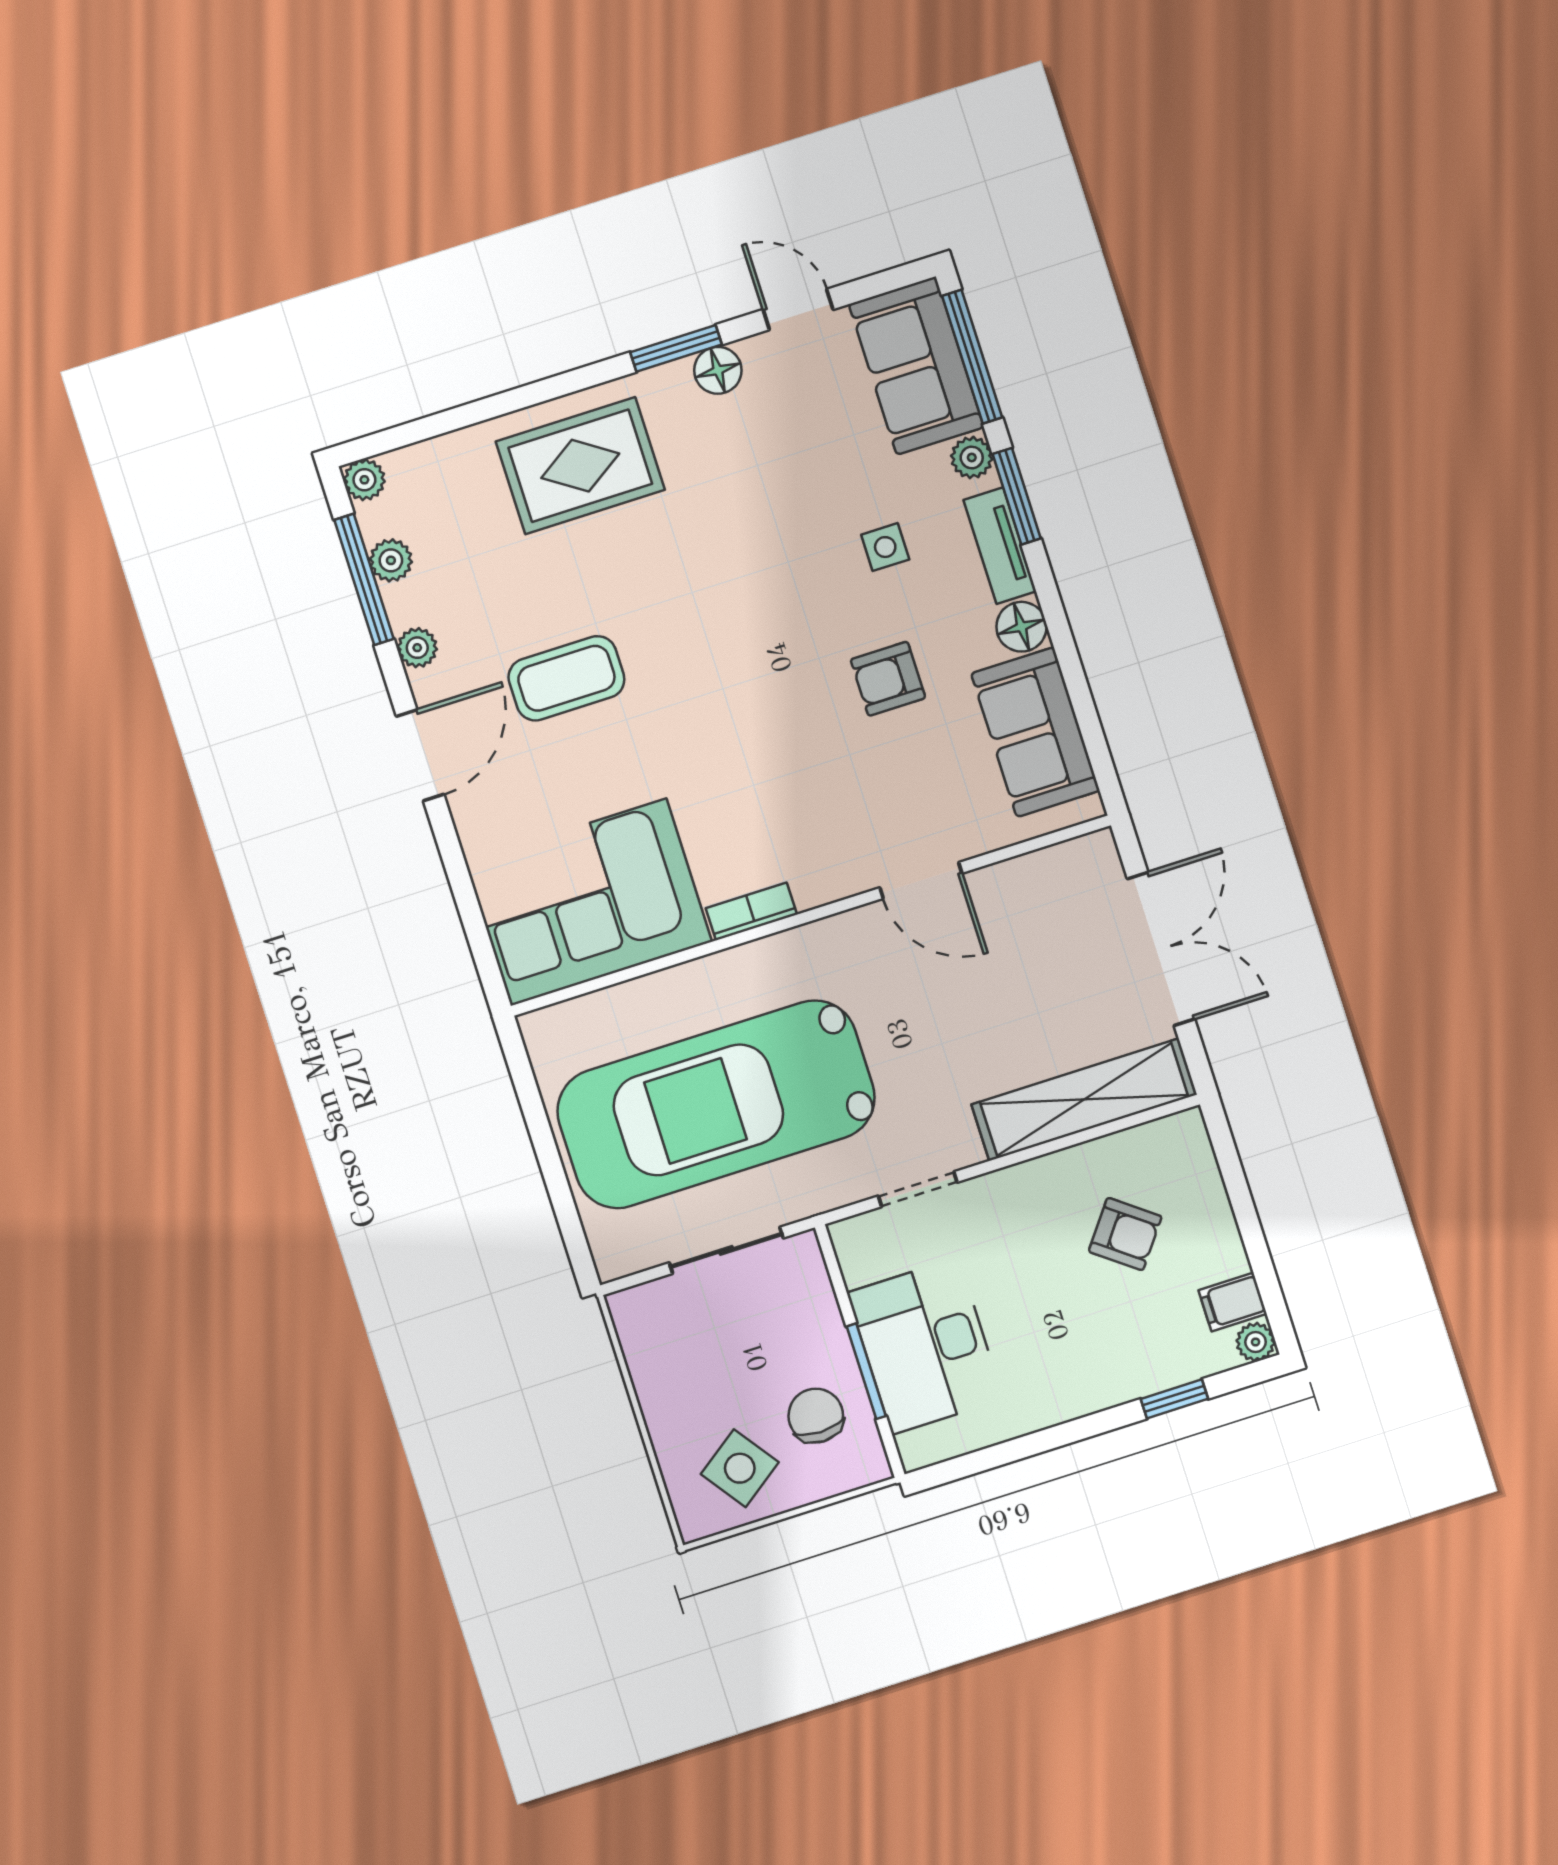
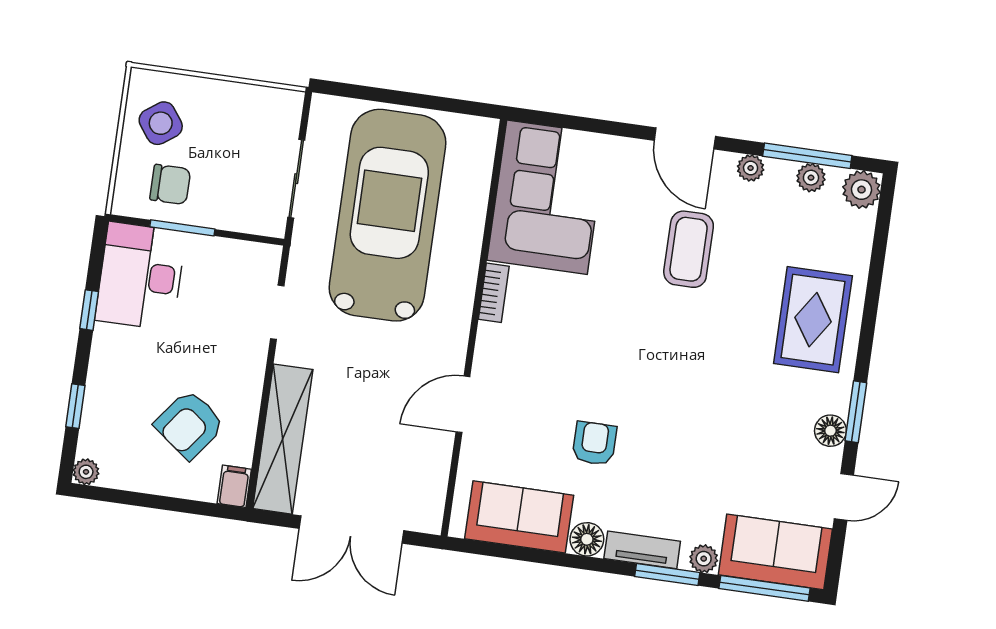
plant: (364, 480) -> (862, 190), width x1.38, depth x1.38
side table: (885, 547) -> (675, 480), removed
armchair: (1125, 1234) -> (189, 425), width x1.38, depth x1.38
filing cabinet: (1233, 1302) -> (234, 486), moved
desk: (925, 1346) -> (141, 276), moved, turned -90
window: (1037, 1443) -> (89, 310), added

